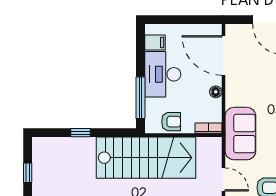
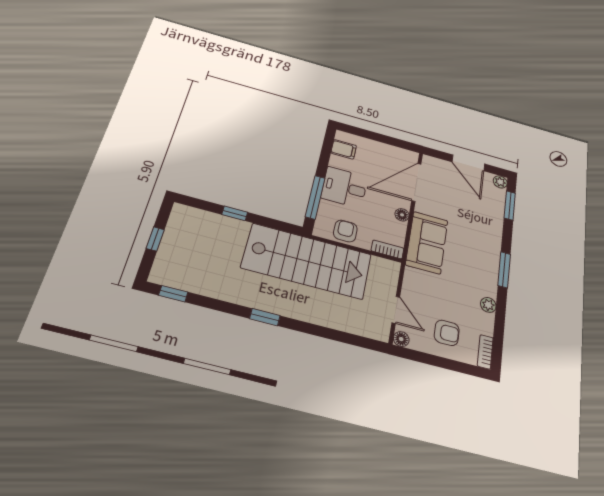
door: (224, 55) -> (416, 182), hinge flipped
desk: (163, 74) -> (344, 187), width x0.73
armchair: (171, 122) -> (345, 231), turned -90
sofa: (240, 134) -> (427, 242), moved

